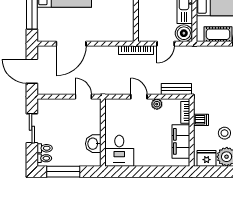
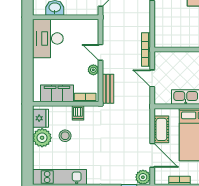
boiler: (184, 33) -> (162, 96), removed
door: (139, 97) -> (101, 52), swing flipped
desk: (119, 151) -> (48, 38), width x1.37

